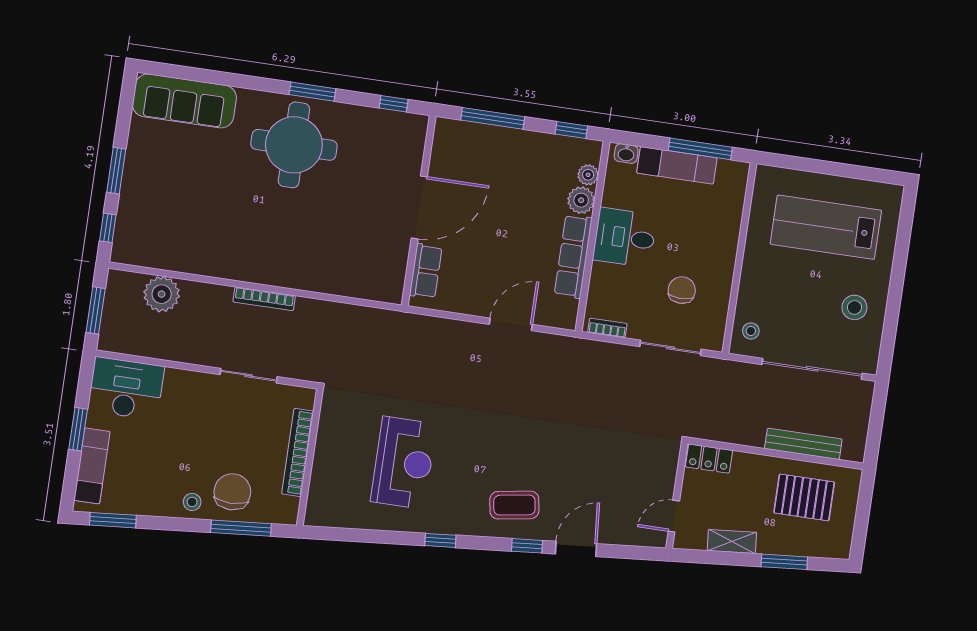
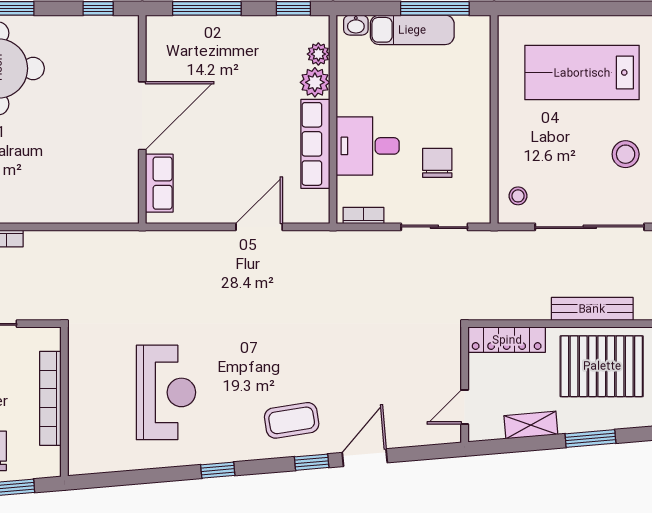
desk: (625, 237) -> (368, 146), moved
locker: (709, 459) -> (507, 340), width x1.53
pallet: (804, 497) -> (602, 366), width x1.37, depth x1.41

